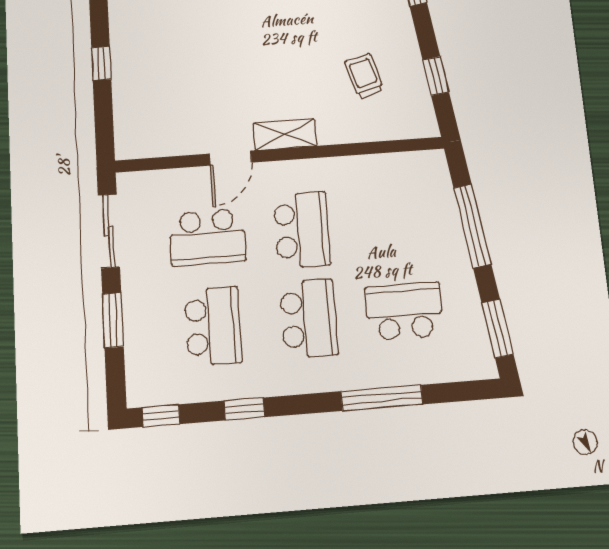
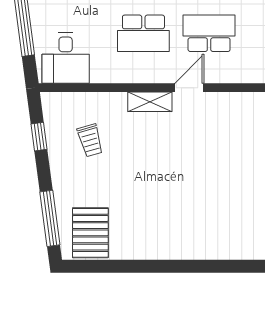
desk: (410, 187) -> (66, 58), added
school desk: (302, 230) -> (143, 33), turned -90

